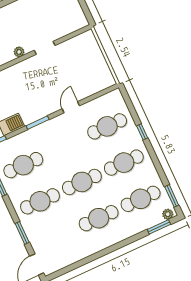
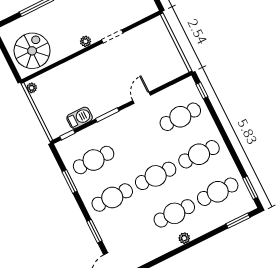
window: (142, 132) -> (202, 90), moved
plant: (168, 214) -> (184, 238), moved

